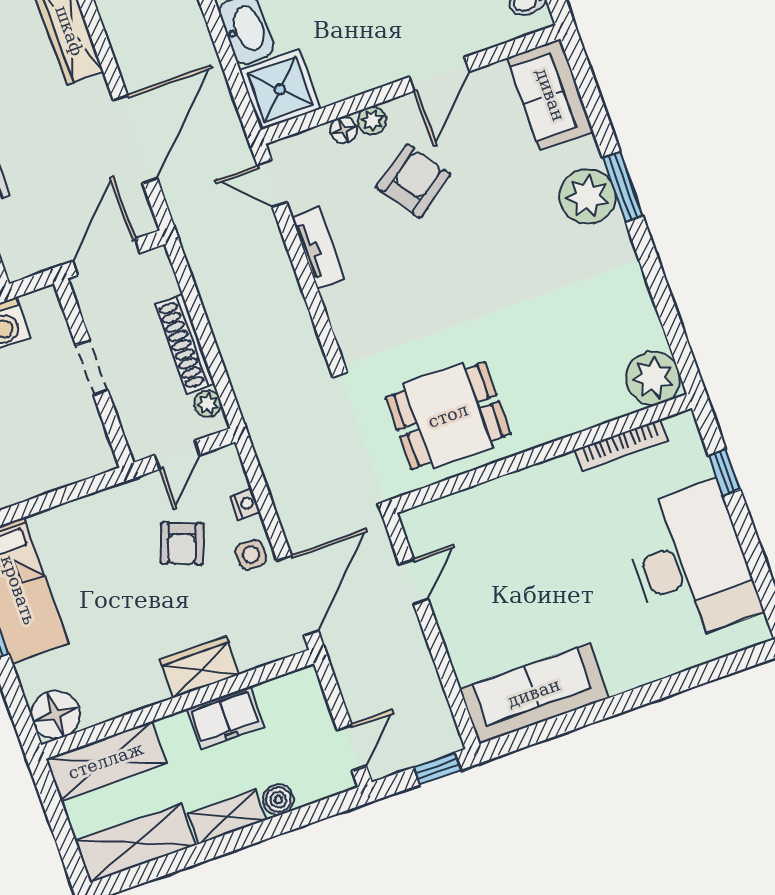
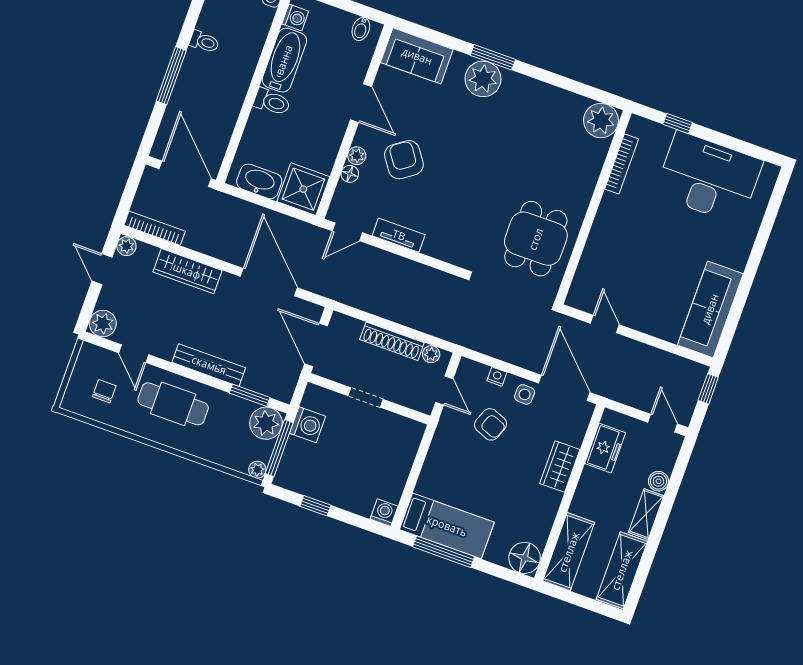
freezer: (225, 718) -> (605, 448), moved

